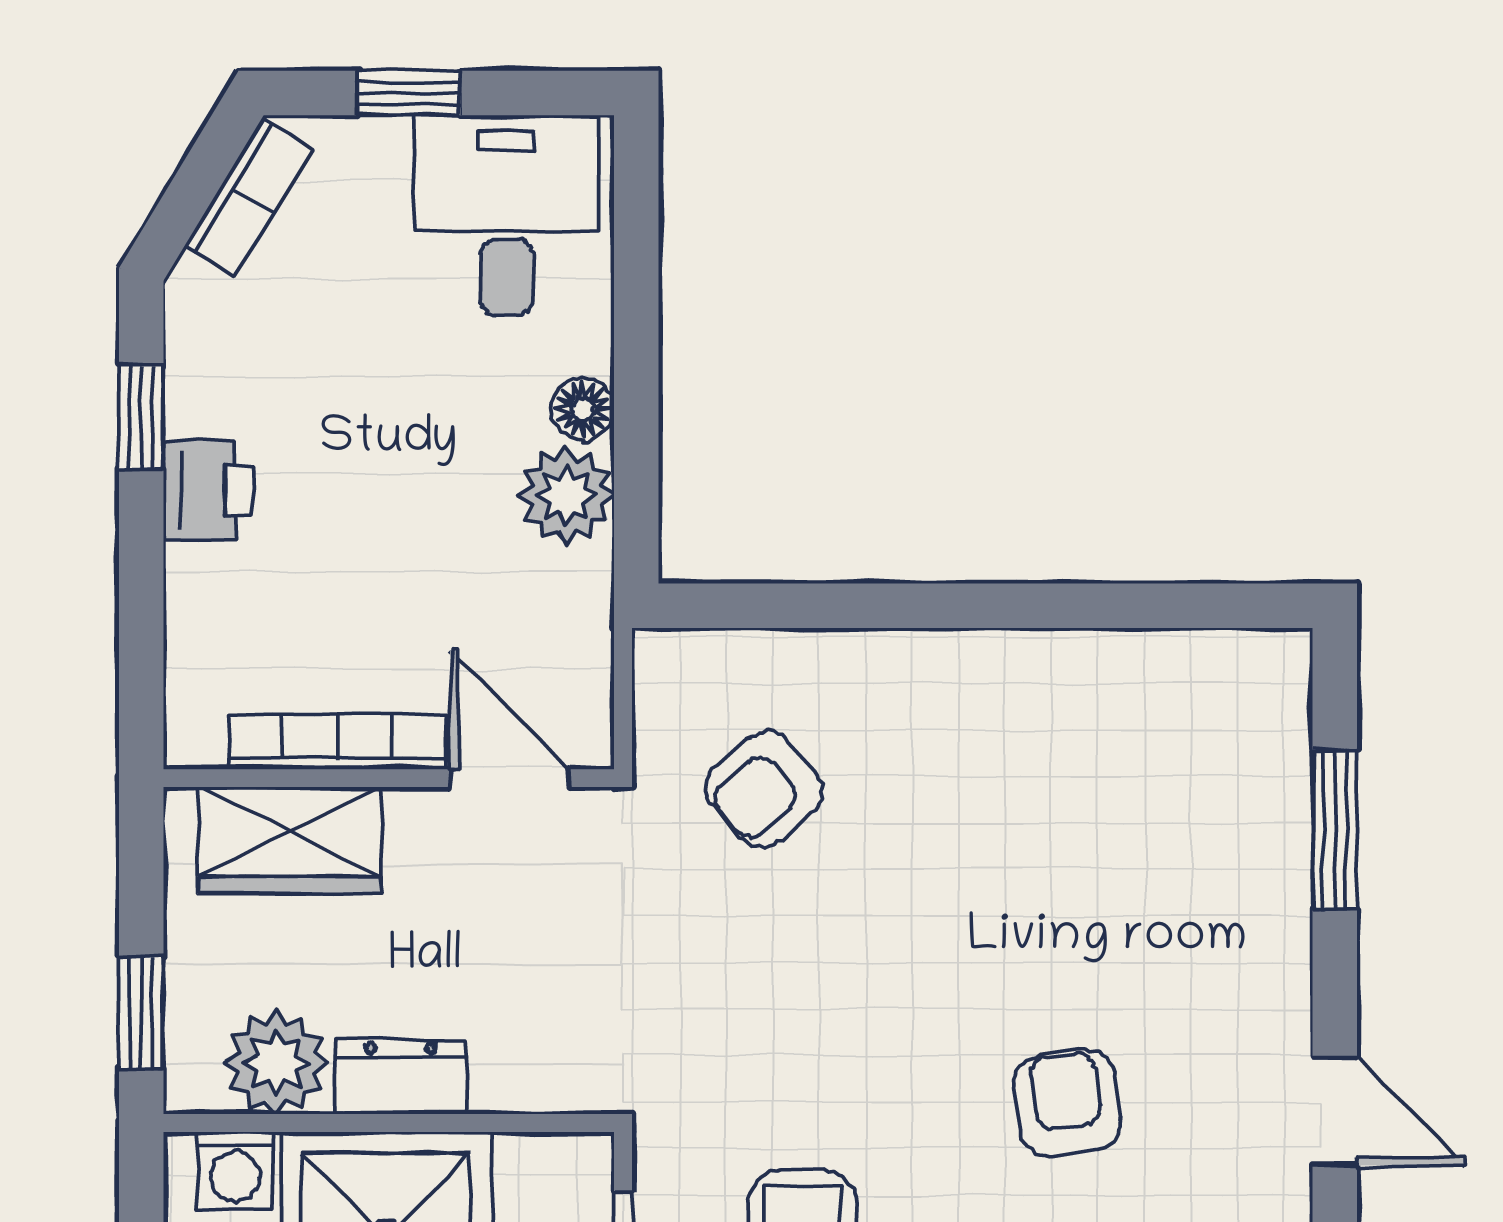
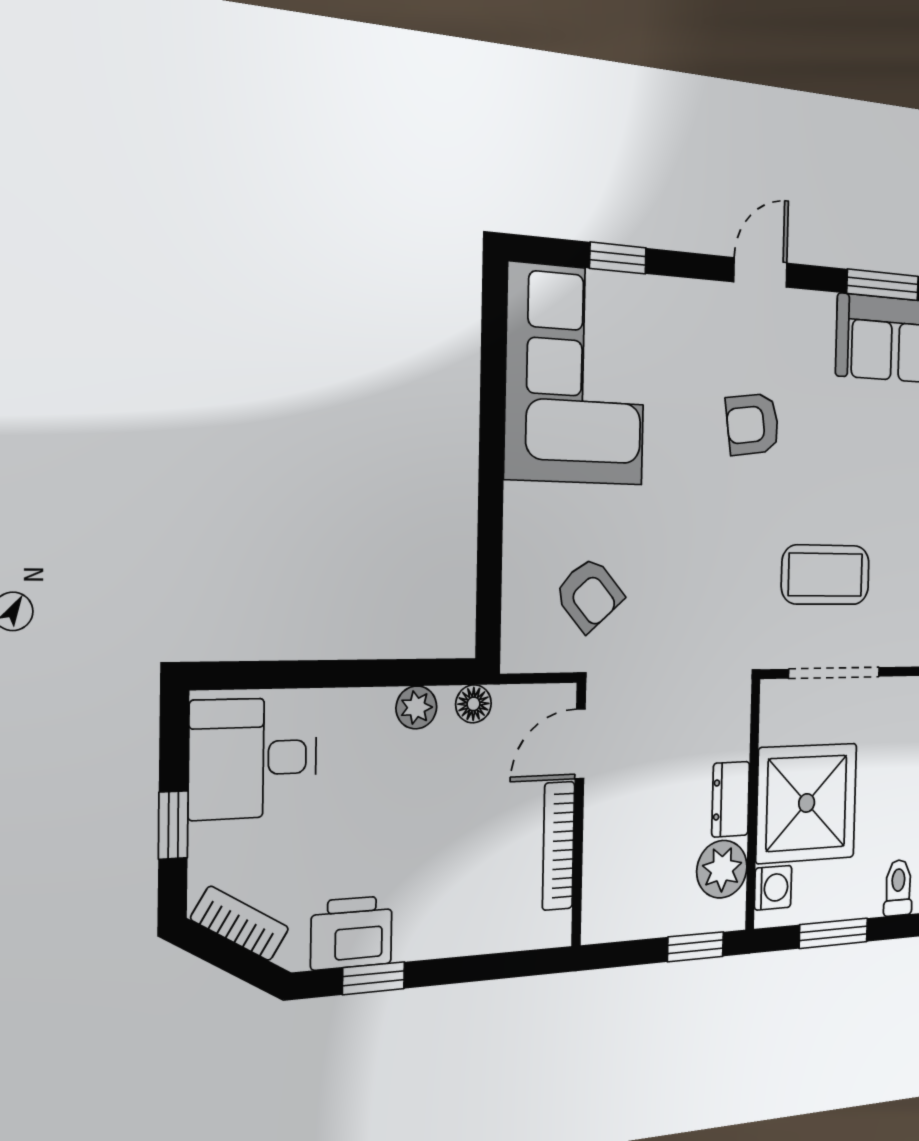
floor lamp: (583, 409) -> (473, 704), moved
printer: (208, 490) -> (352, 933), moved, width x1.36, depth x1.24
plant: (566, 496) -> (416, 707), width x0.73, depth x0.73
corner sofa: (1133, 756) -> (576, 375), added
window: (1335, 830) -> (618, 258), width x0.67
wardrobe: (290, 840) -> (610, 870), removed

